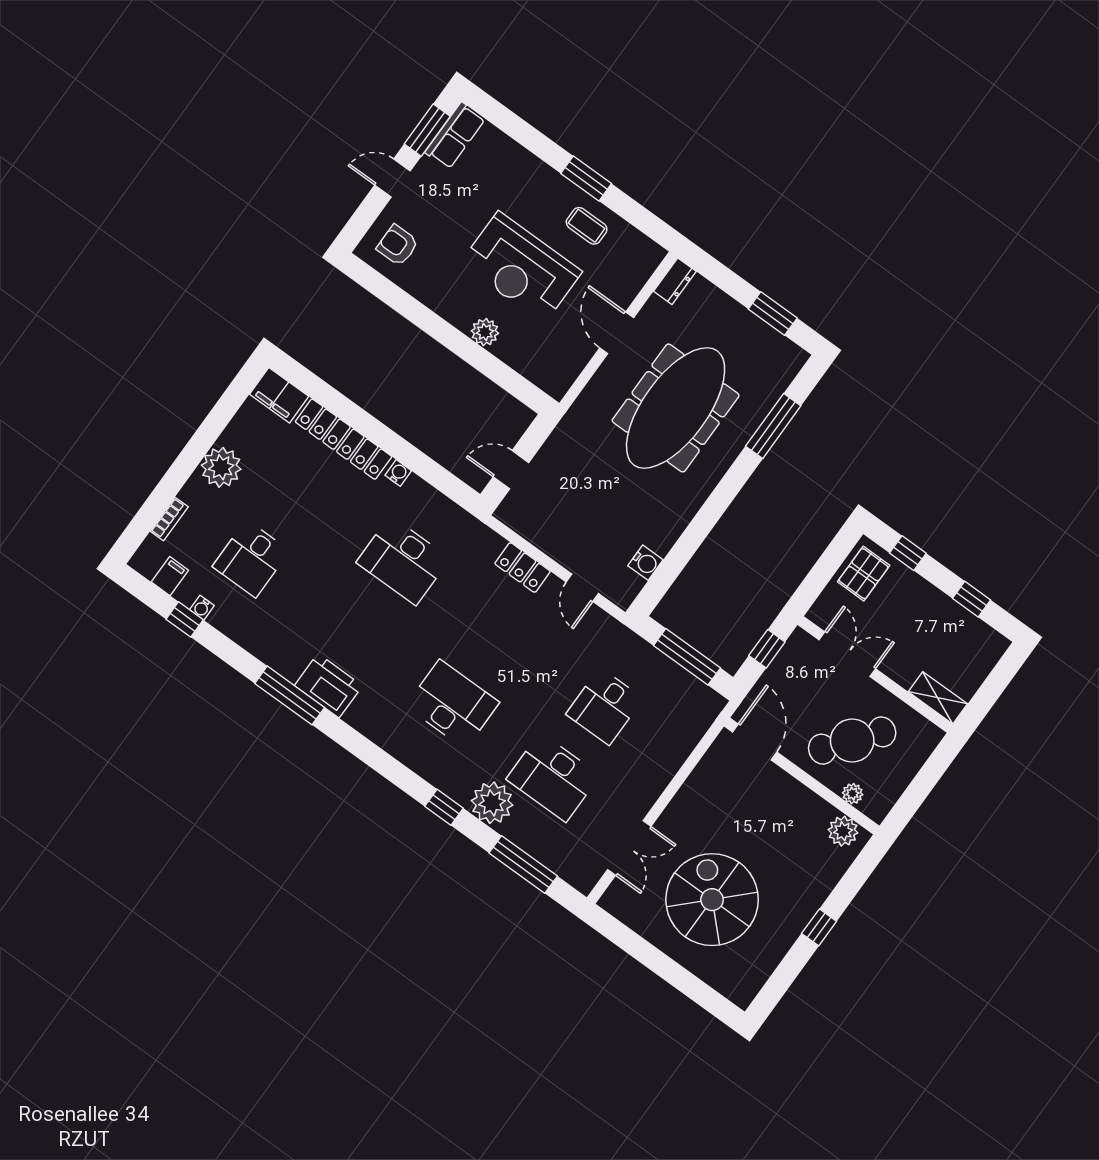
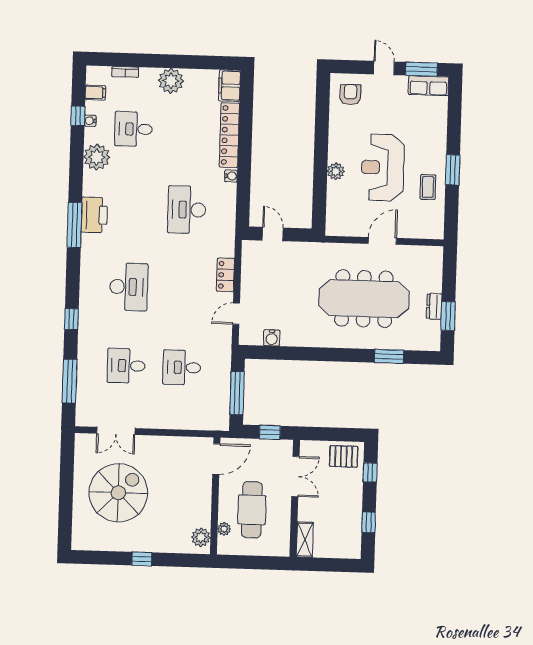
dresser: (675, 281) -> (434, 306), moved, turned 90
window: (773, 426) -> (389, 356), width x0.69
window: (290, 695) -> (74, 225), moved
cafe table: (852, 741) -> (252, 510), turned 52
desk: (553, 777) -> (126, 366), width x0.73
plant: (492, 803) -> (97, 157), moved

